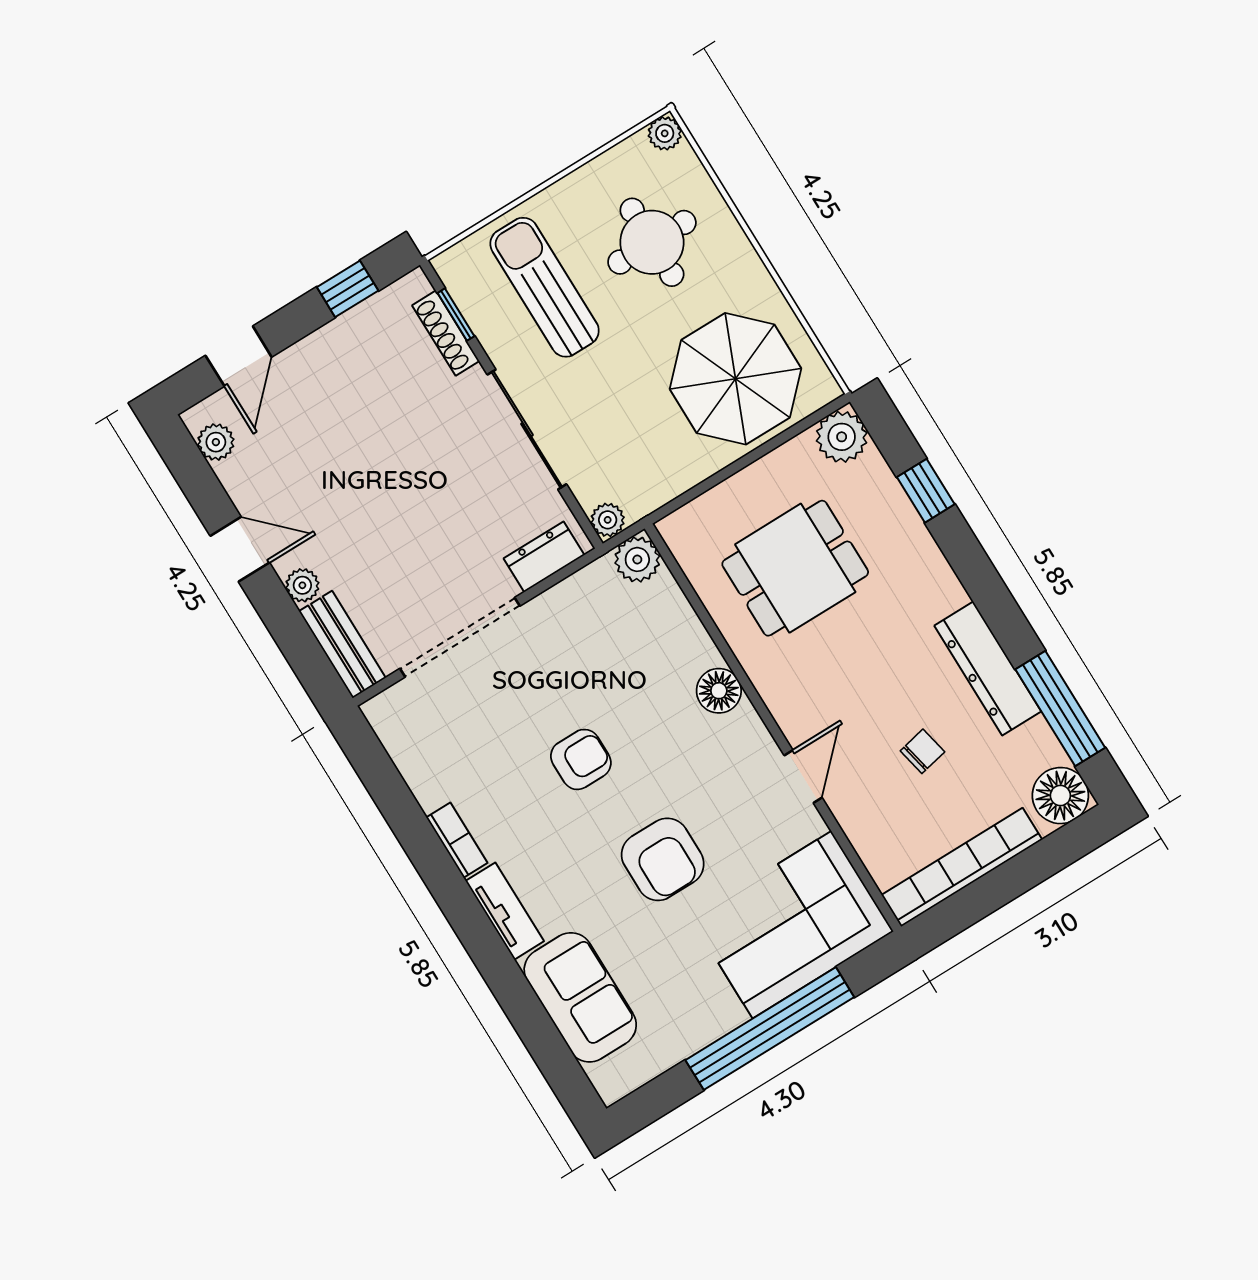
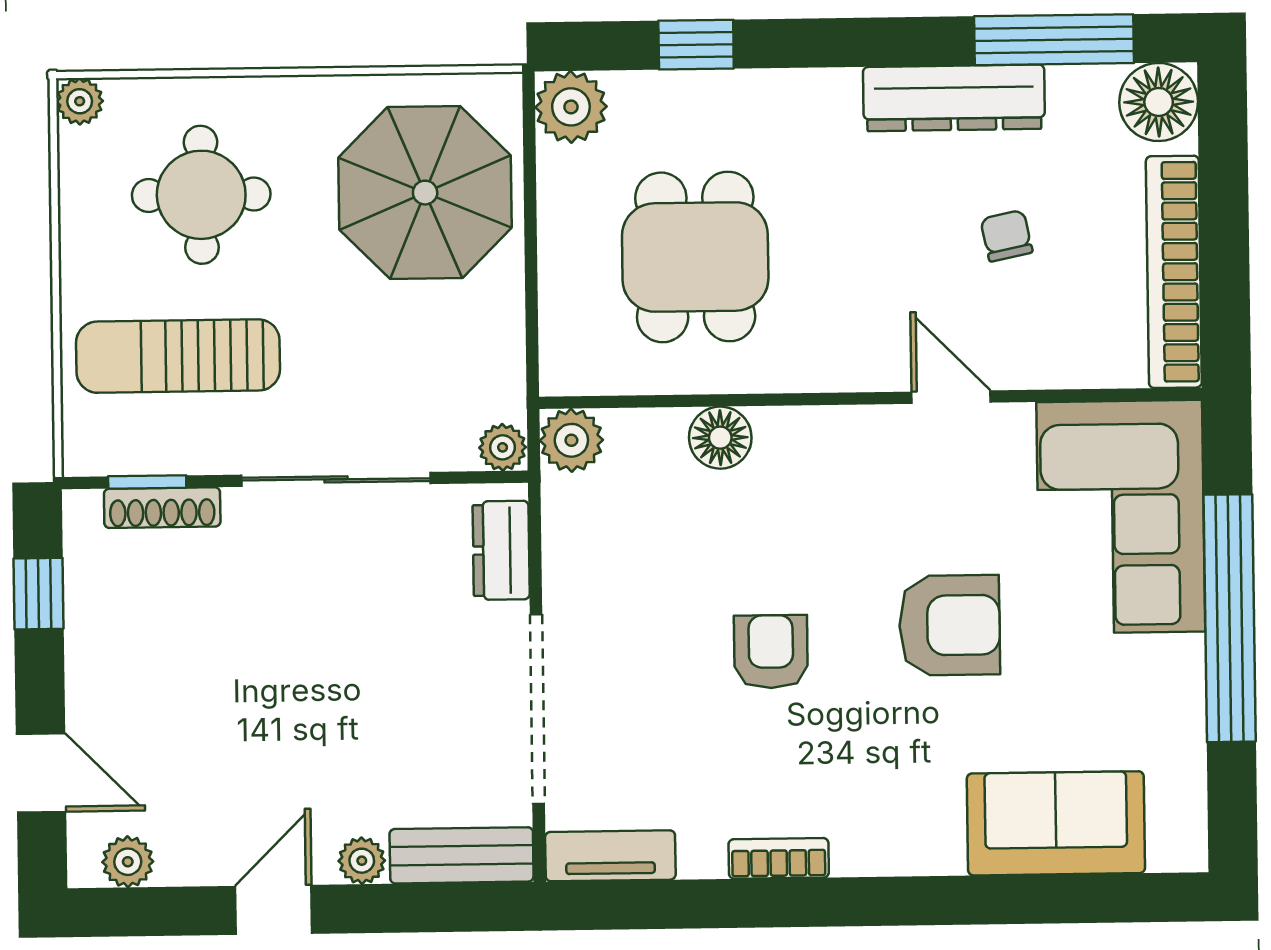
floor lamp: (719, 691) -> (720, 438), moved
tv unit: (505, 911) -> (610, 856), moved

